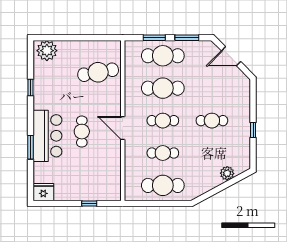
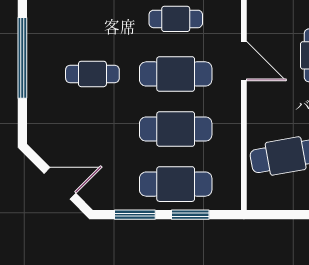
cafe table: (163, 121) -> (176, 74), width x1.37, depth x1.35
window: (253, 130) -> (22, 58), width x3.17

